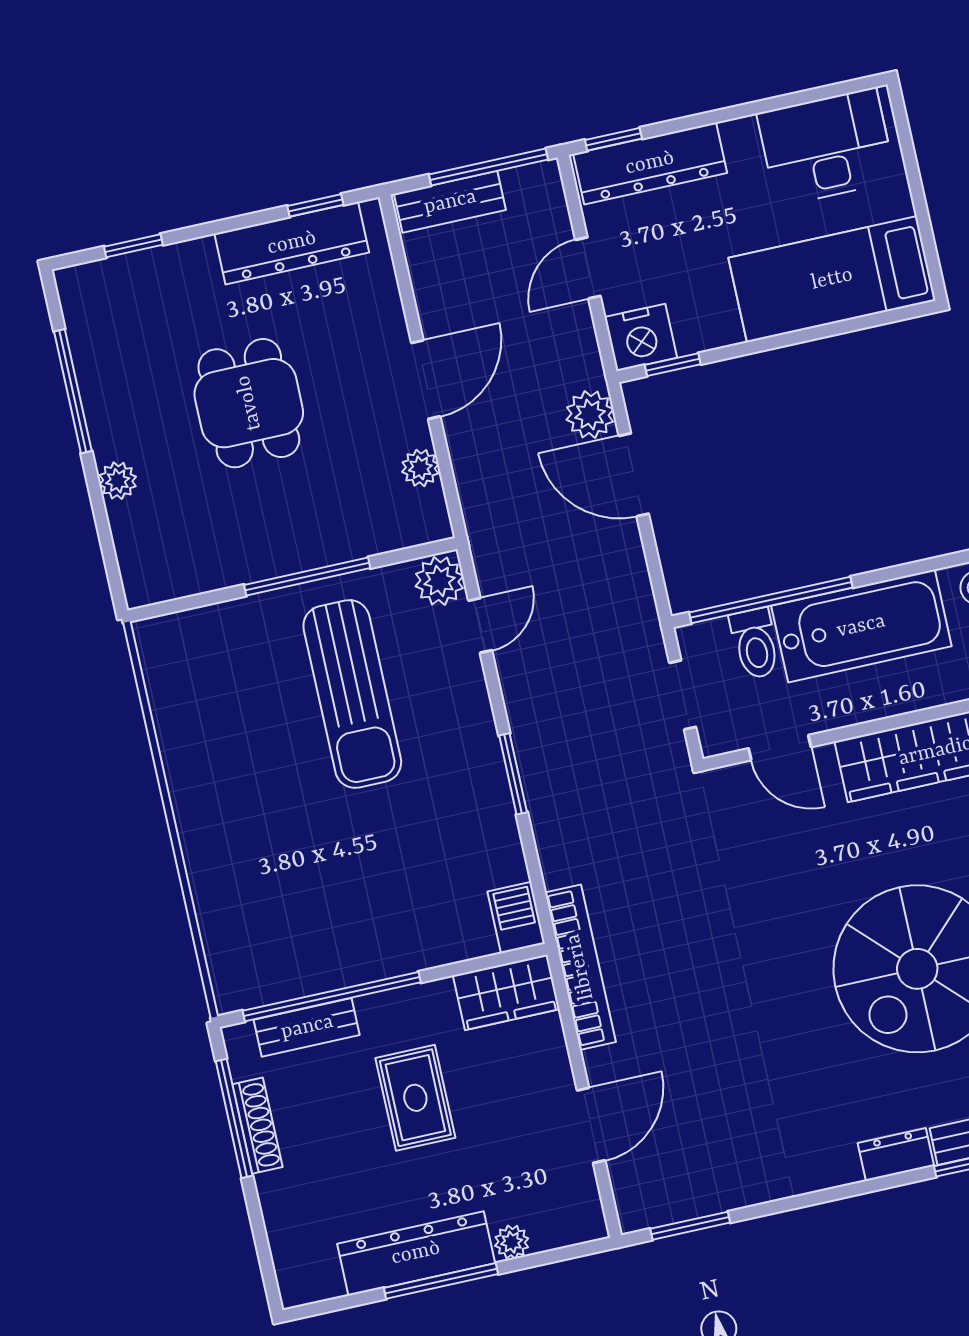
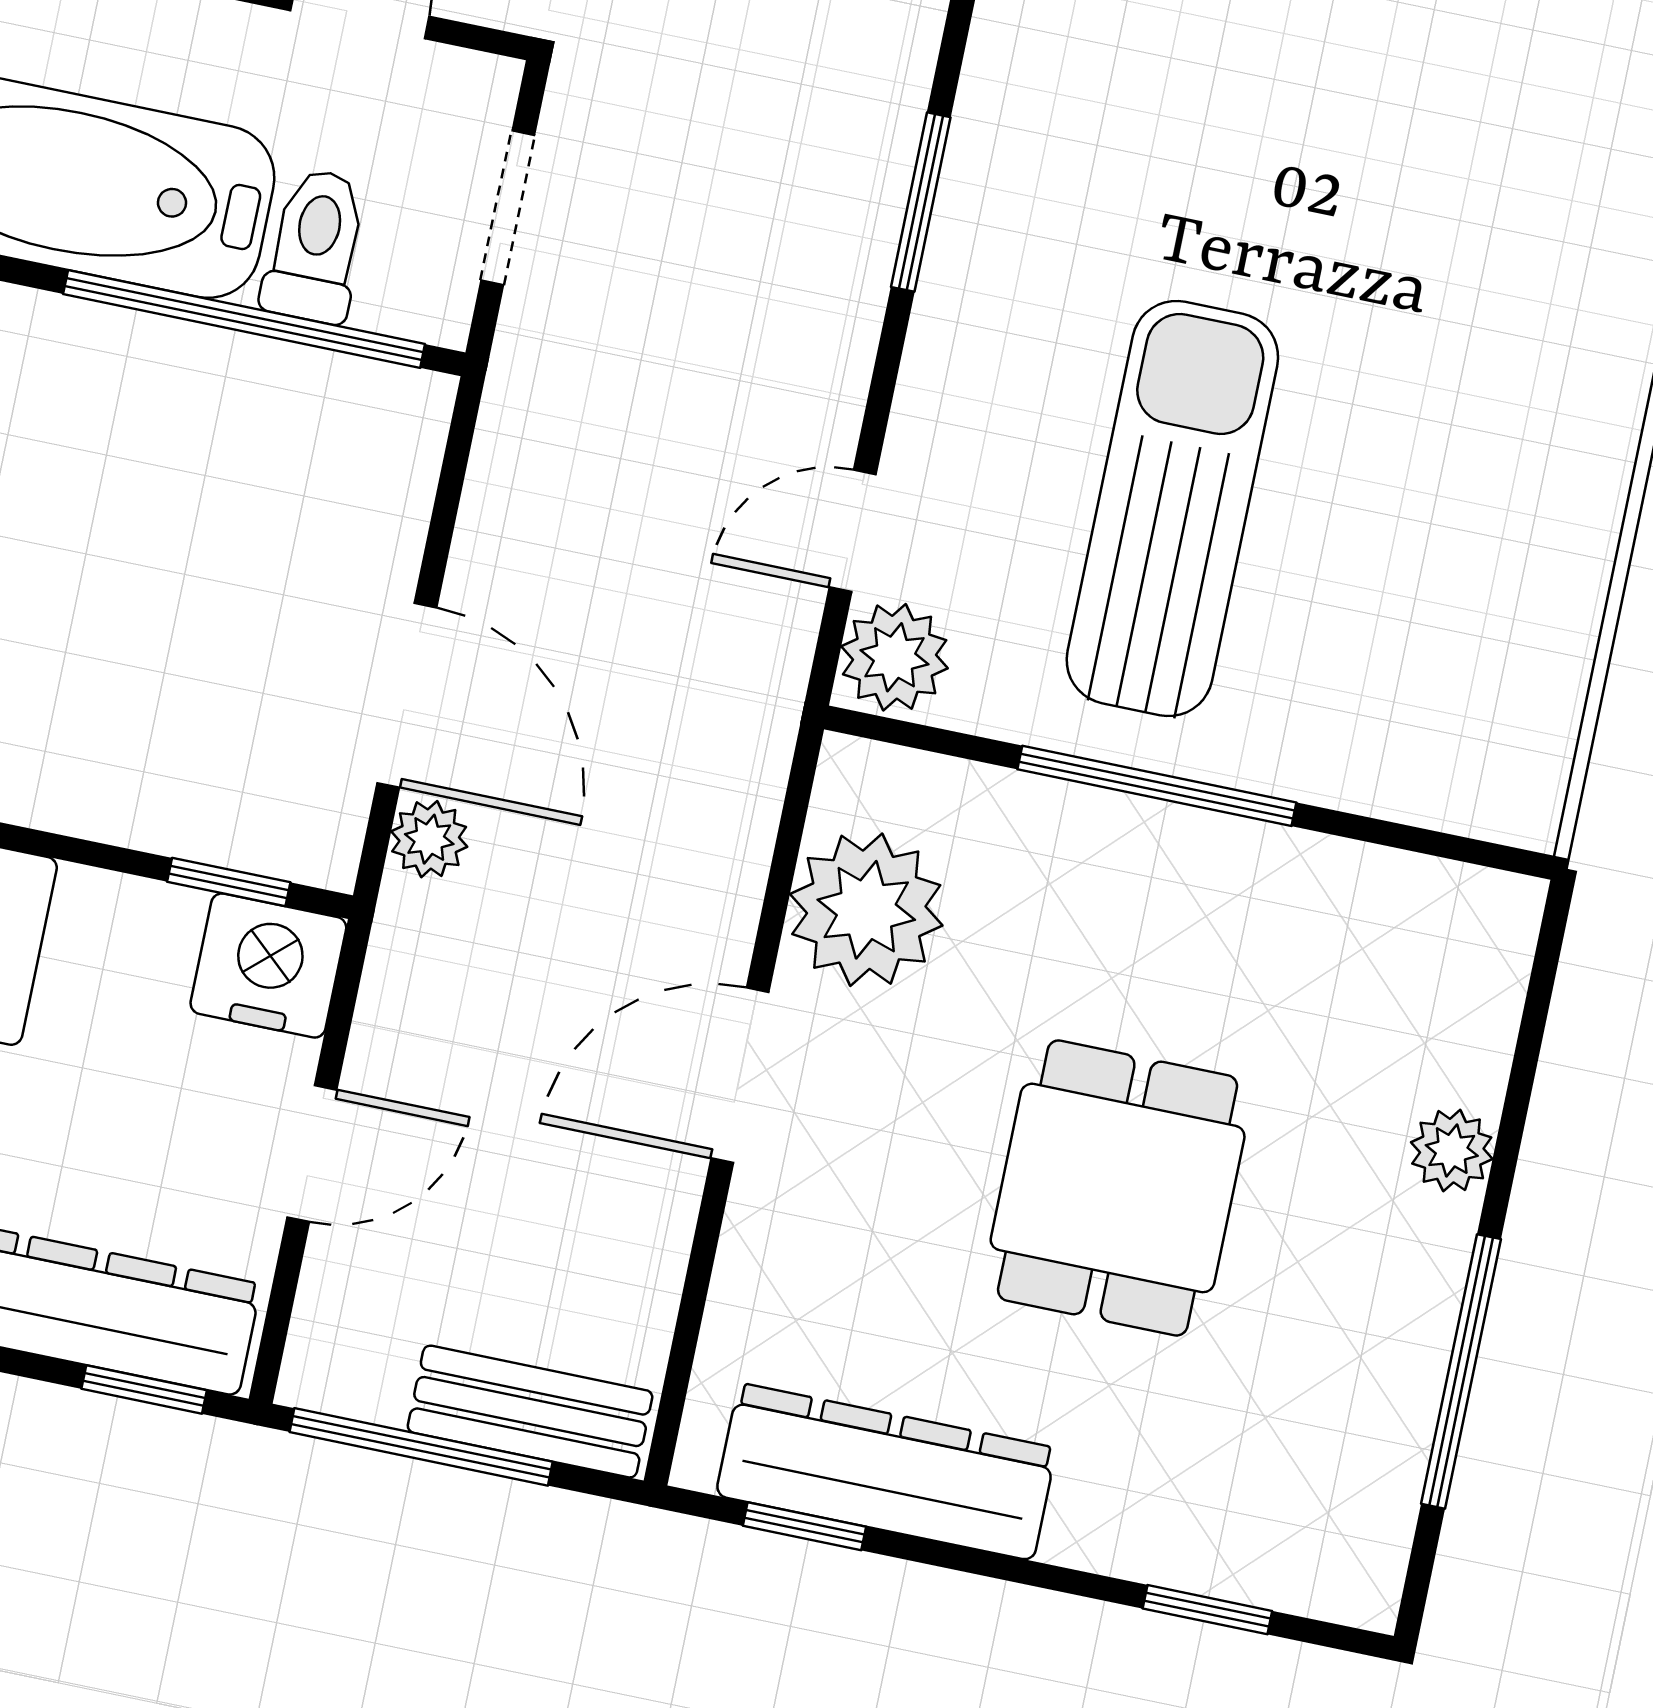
plant: (590, 415) -> (429, 839), width x0.73, depth x0.73
plant: (420, 468) -> (866, 910), width x1.87, depth x1.87

